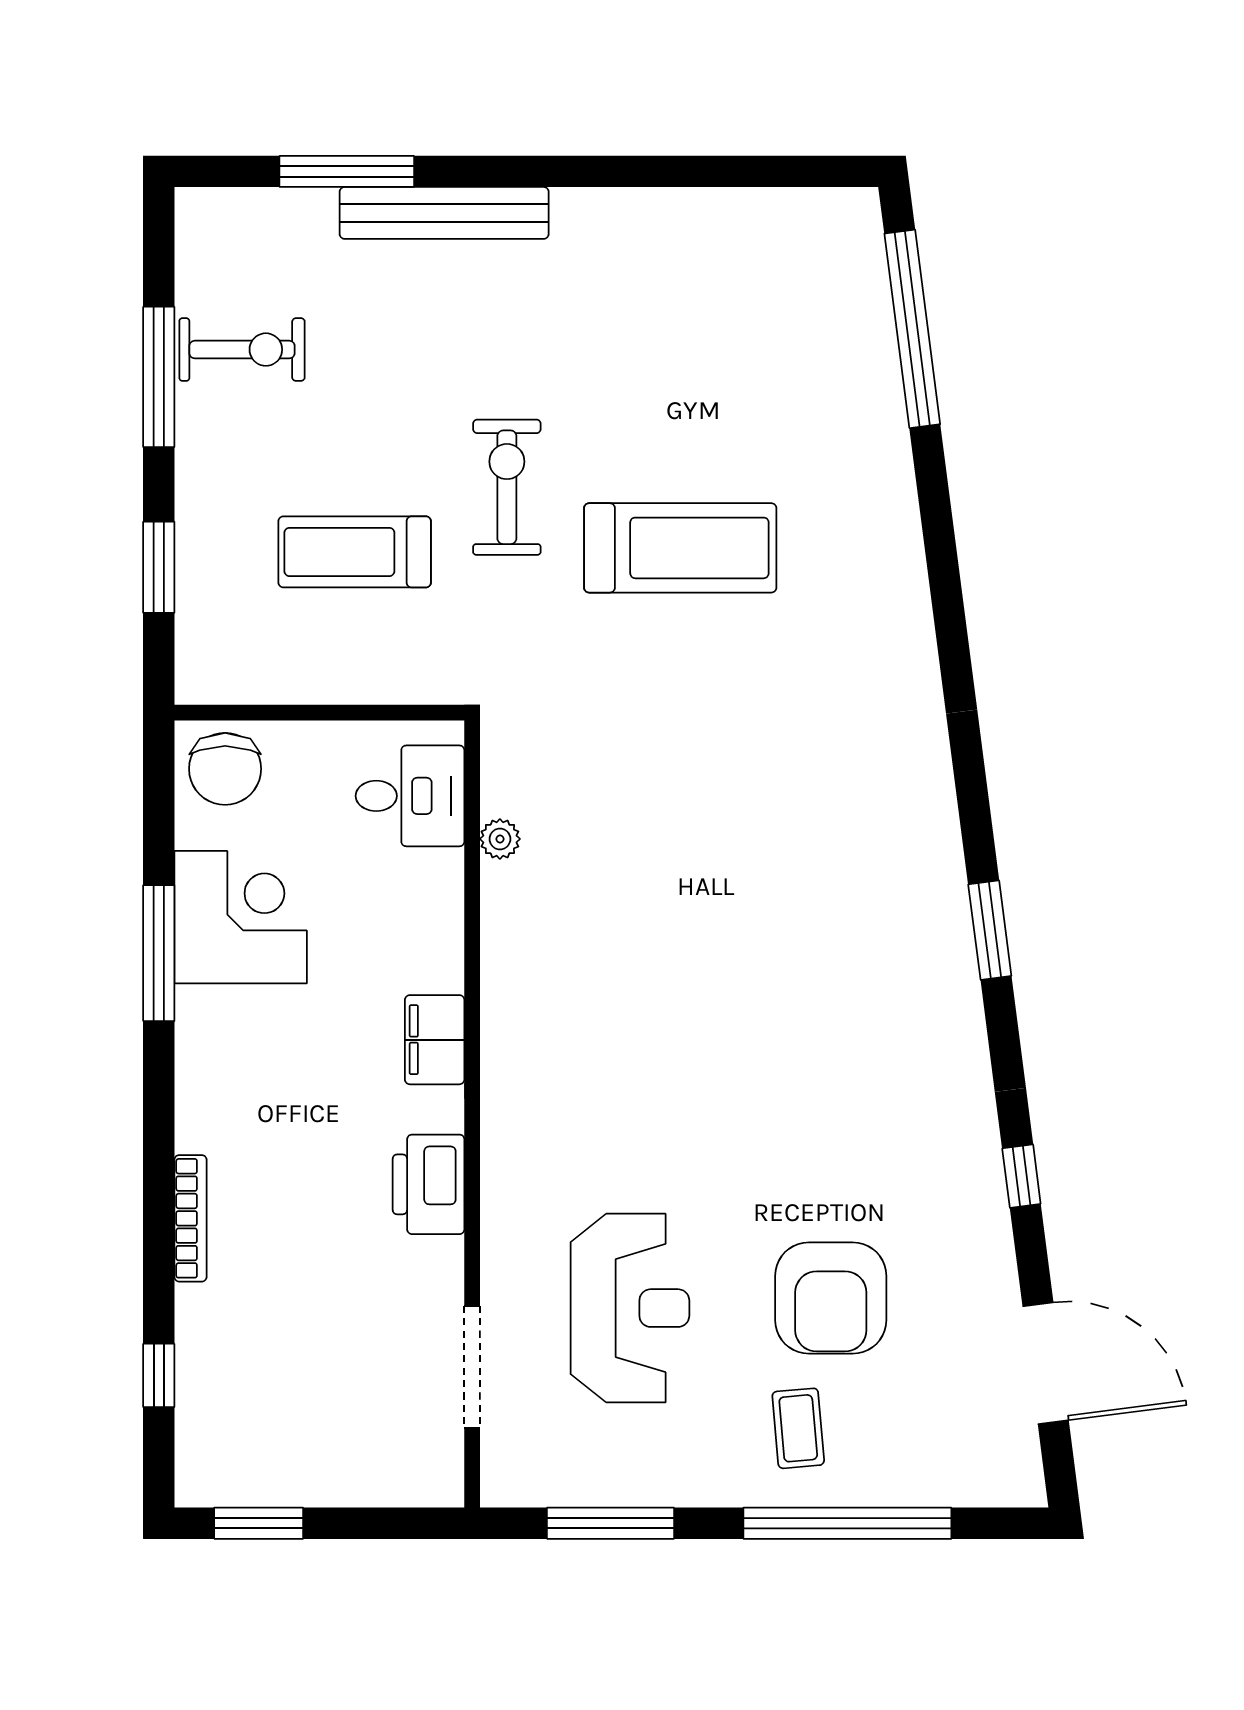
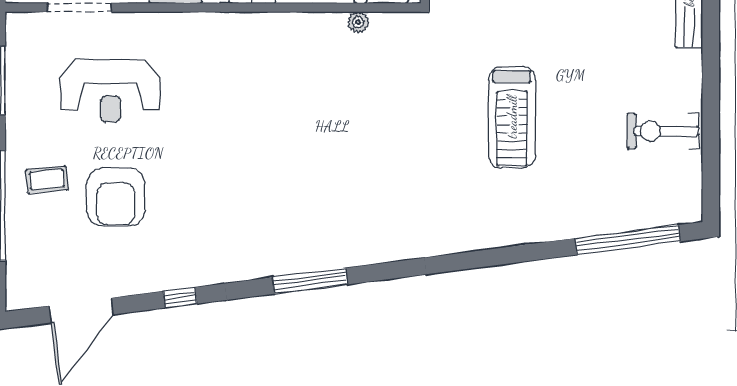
exercise bike: (507, 487) -> (663, 131), moved, turned 180
window: (990, 930) -> (310, 281), width x1.44
armchair: (831, 1298) -> (116, 197), turned -90

